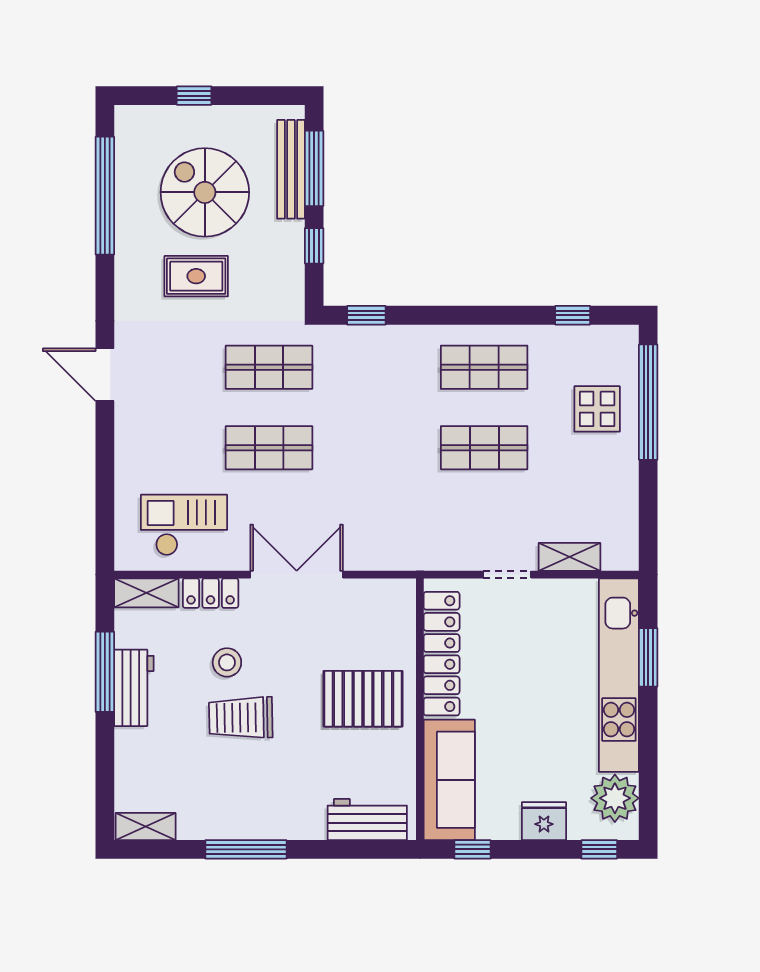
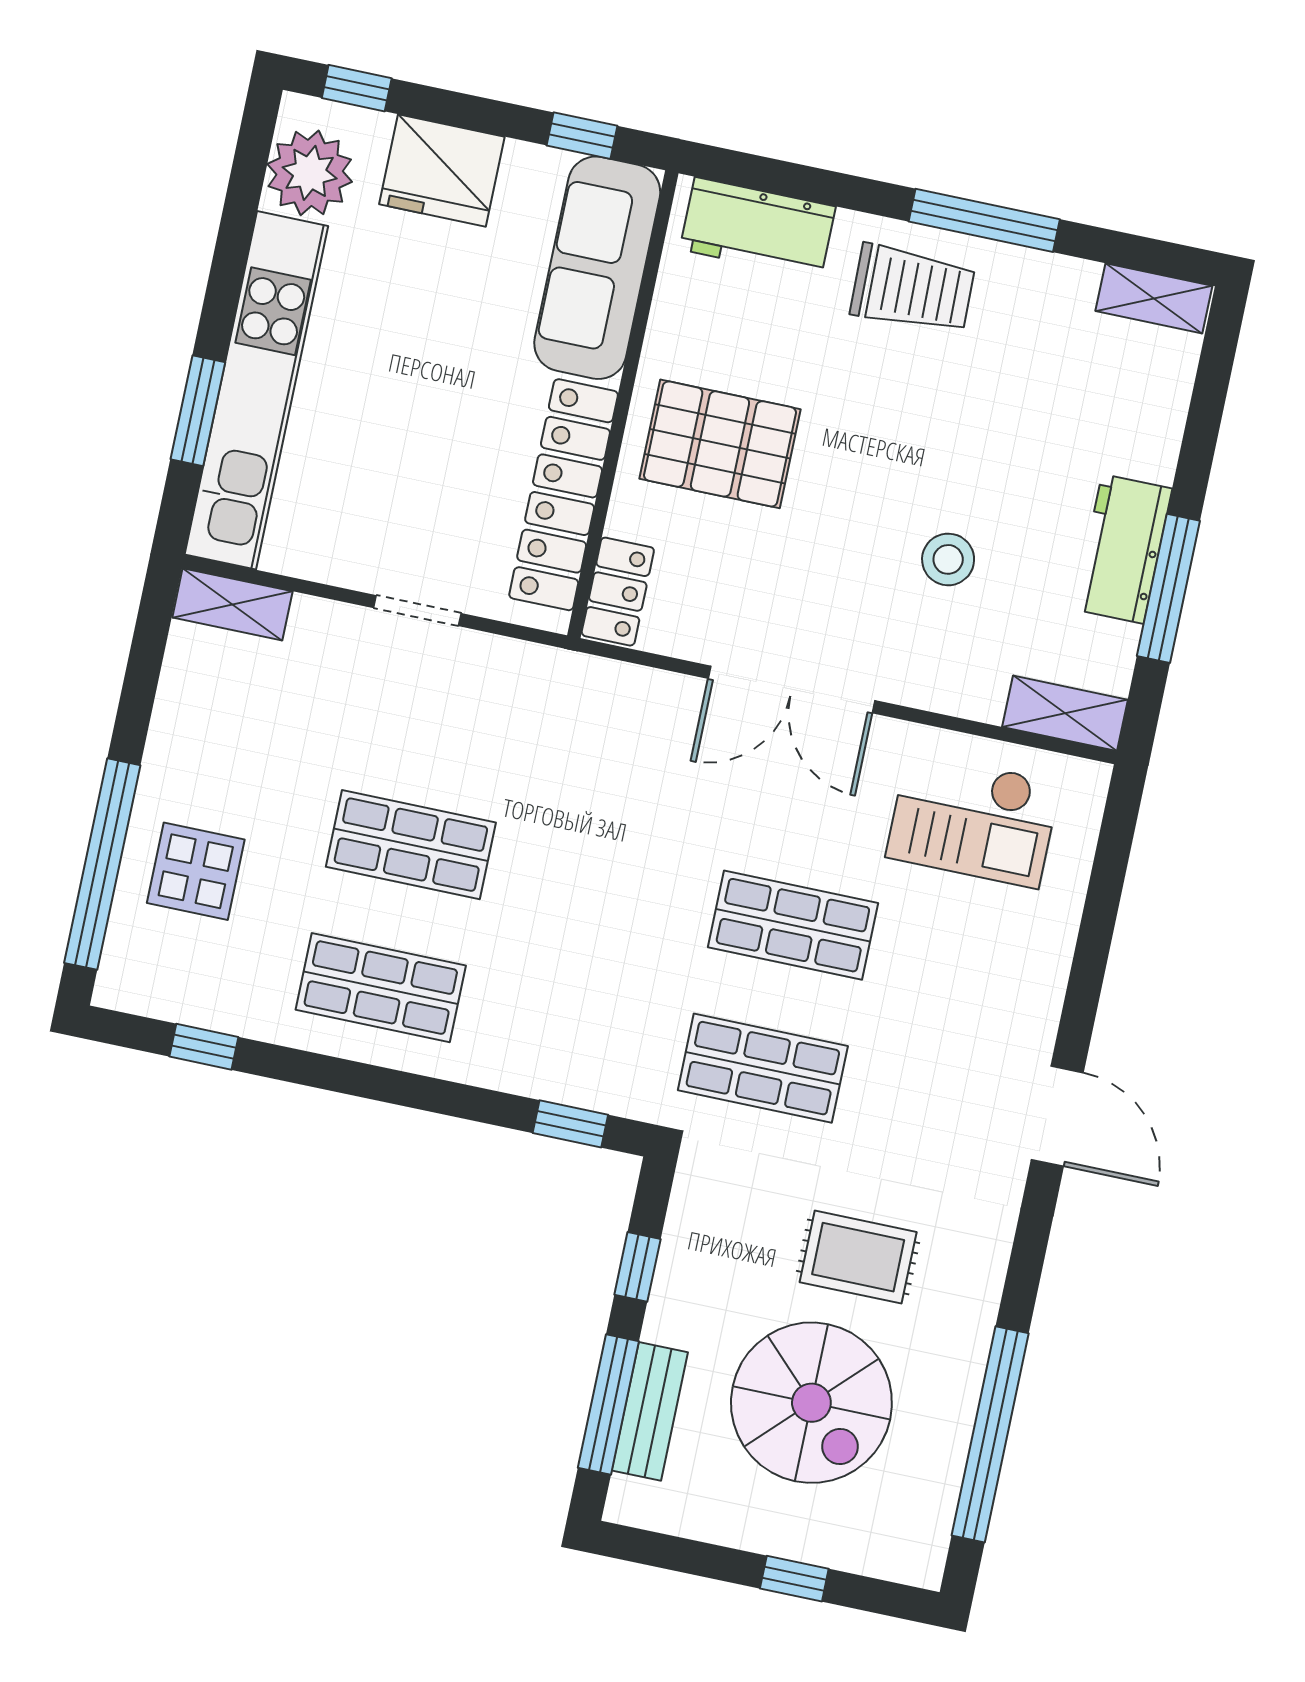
bench: (291, 169) -> (650, 1411), width x0.73
shelving: (569, 557) -> (232, 604), moved
locker: (211, 593) -> (618, 592), moved, turned 90
trolley: (241, 718) -> (913, 289), moved
fridge: (544, 821) -> (442, 170), width x1.36, depth x1.34

